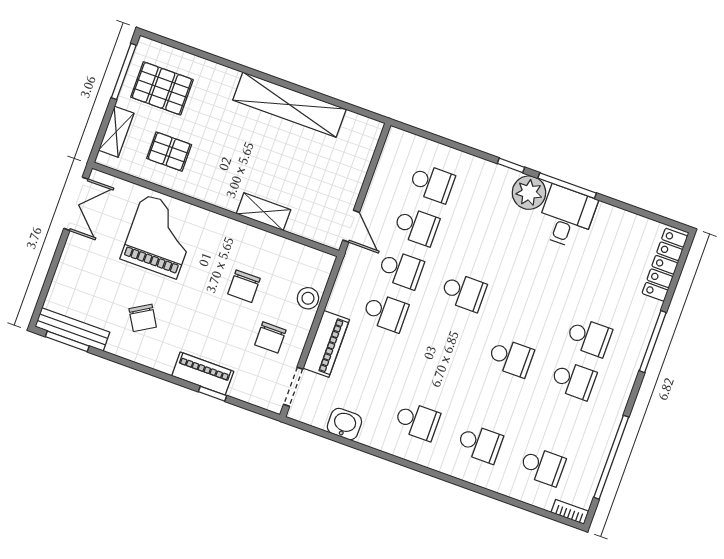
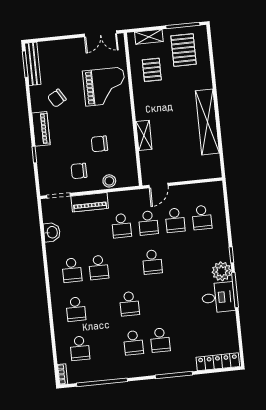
piano: (203, 374) -> (41, 129), moved
school desk: (433, 378) -> (99, 267), added

